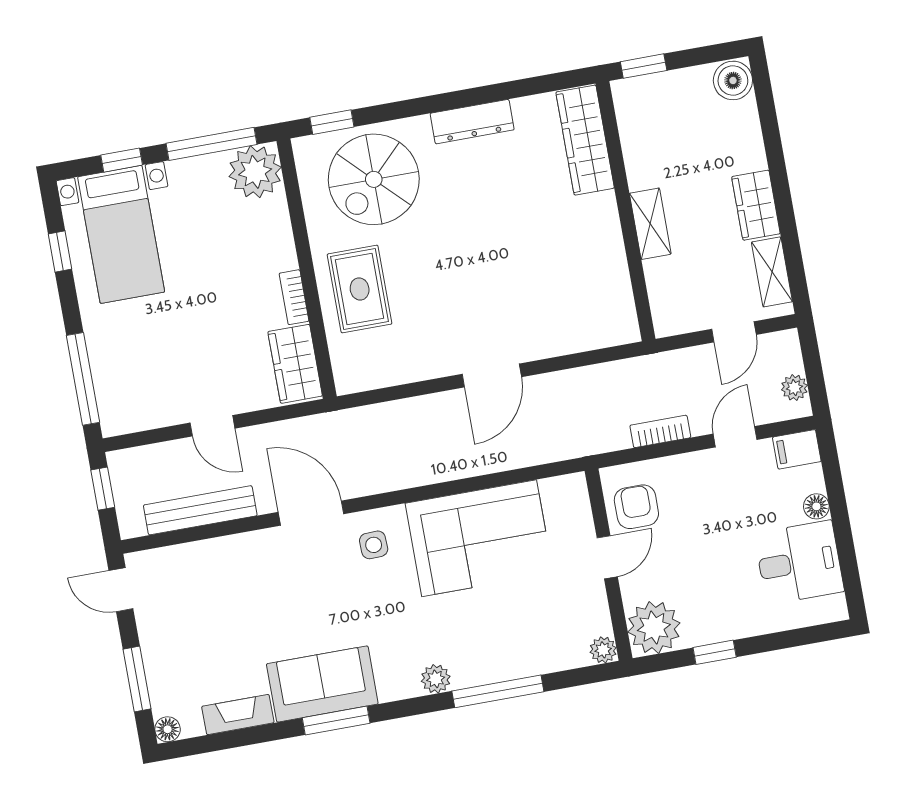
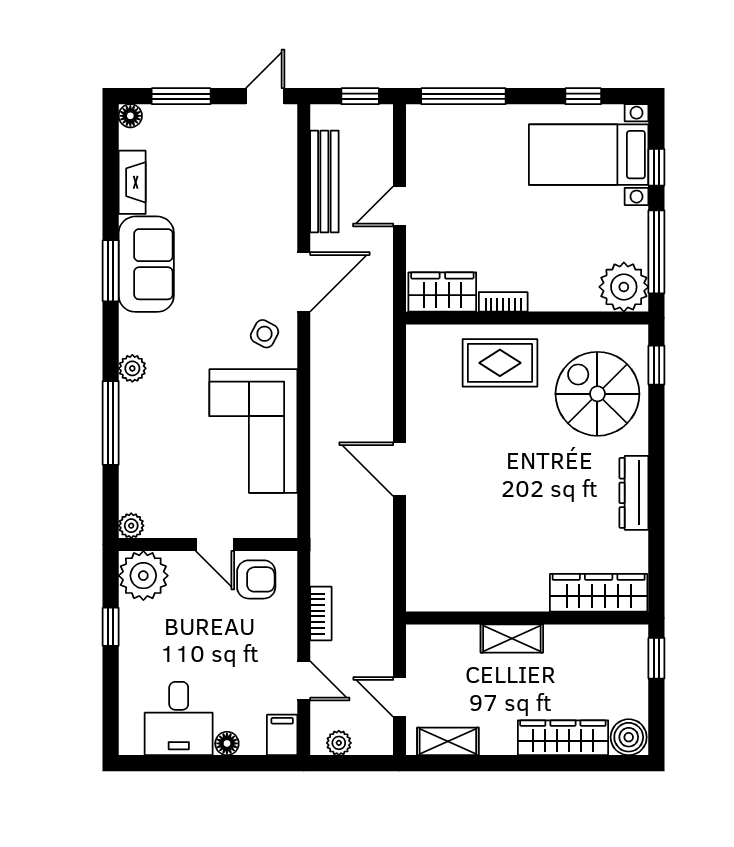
wardrobe: (756, 205) -> (563, 738), moved, width x1.50
side table: (374, 545) -> (265, 334), turned 30

